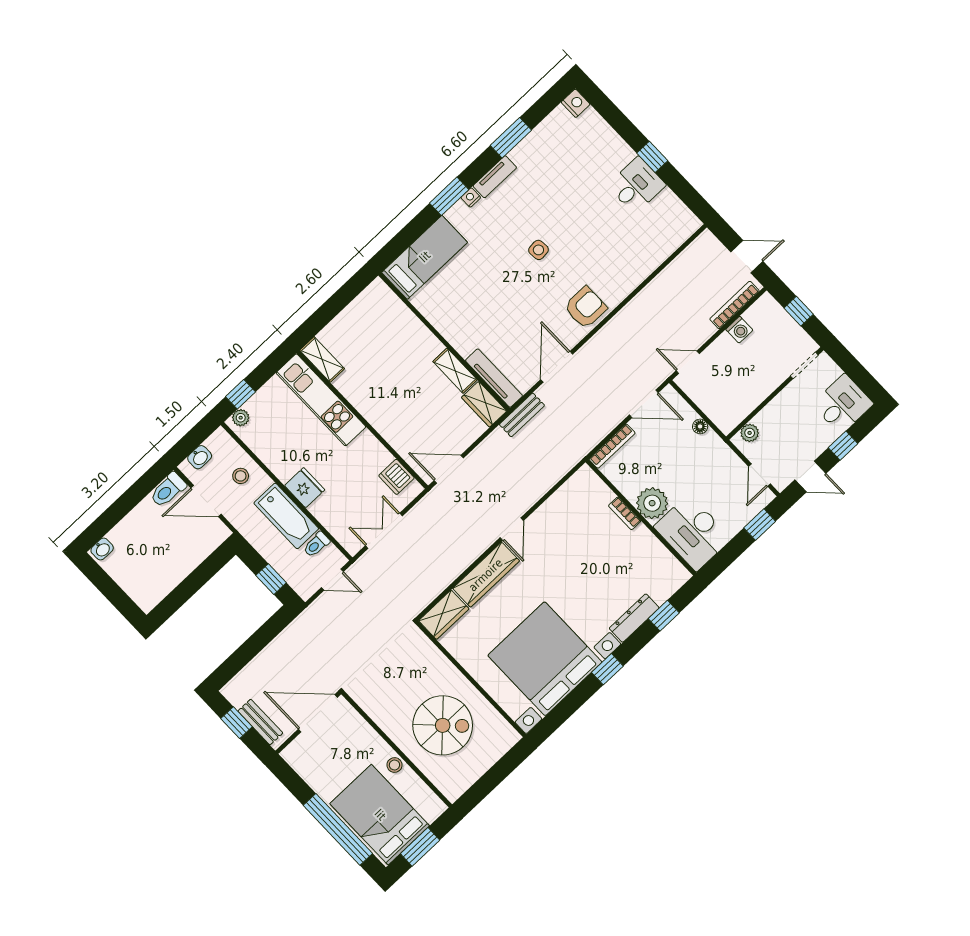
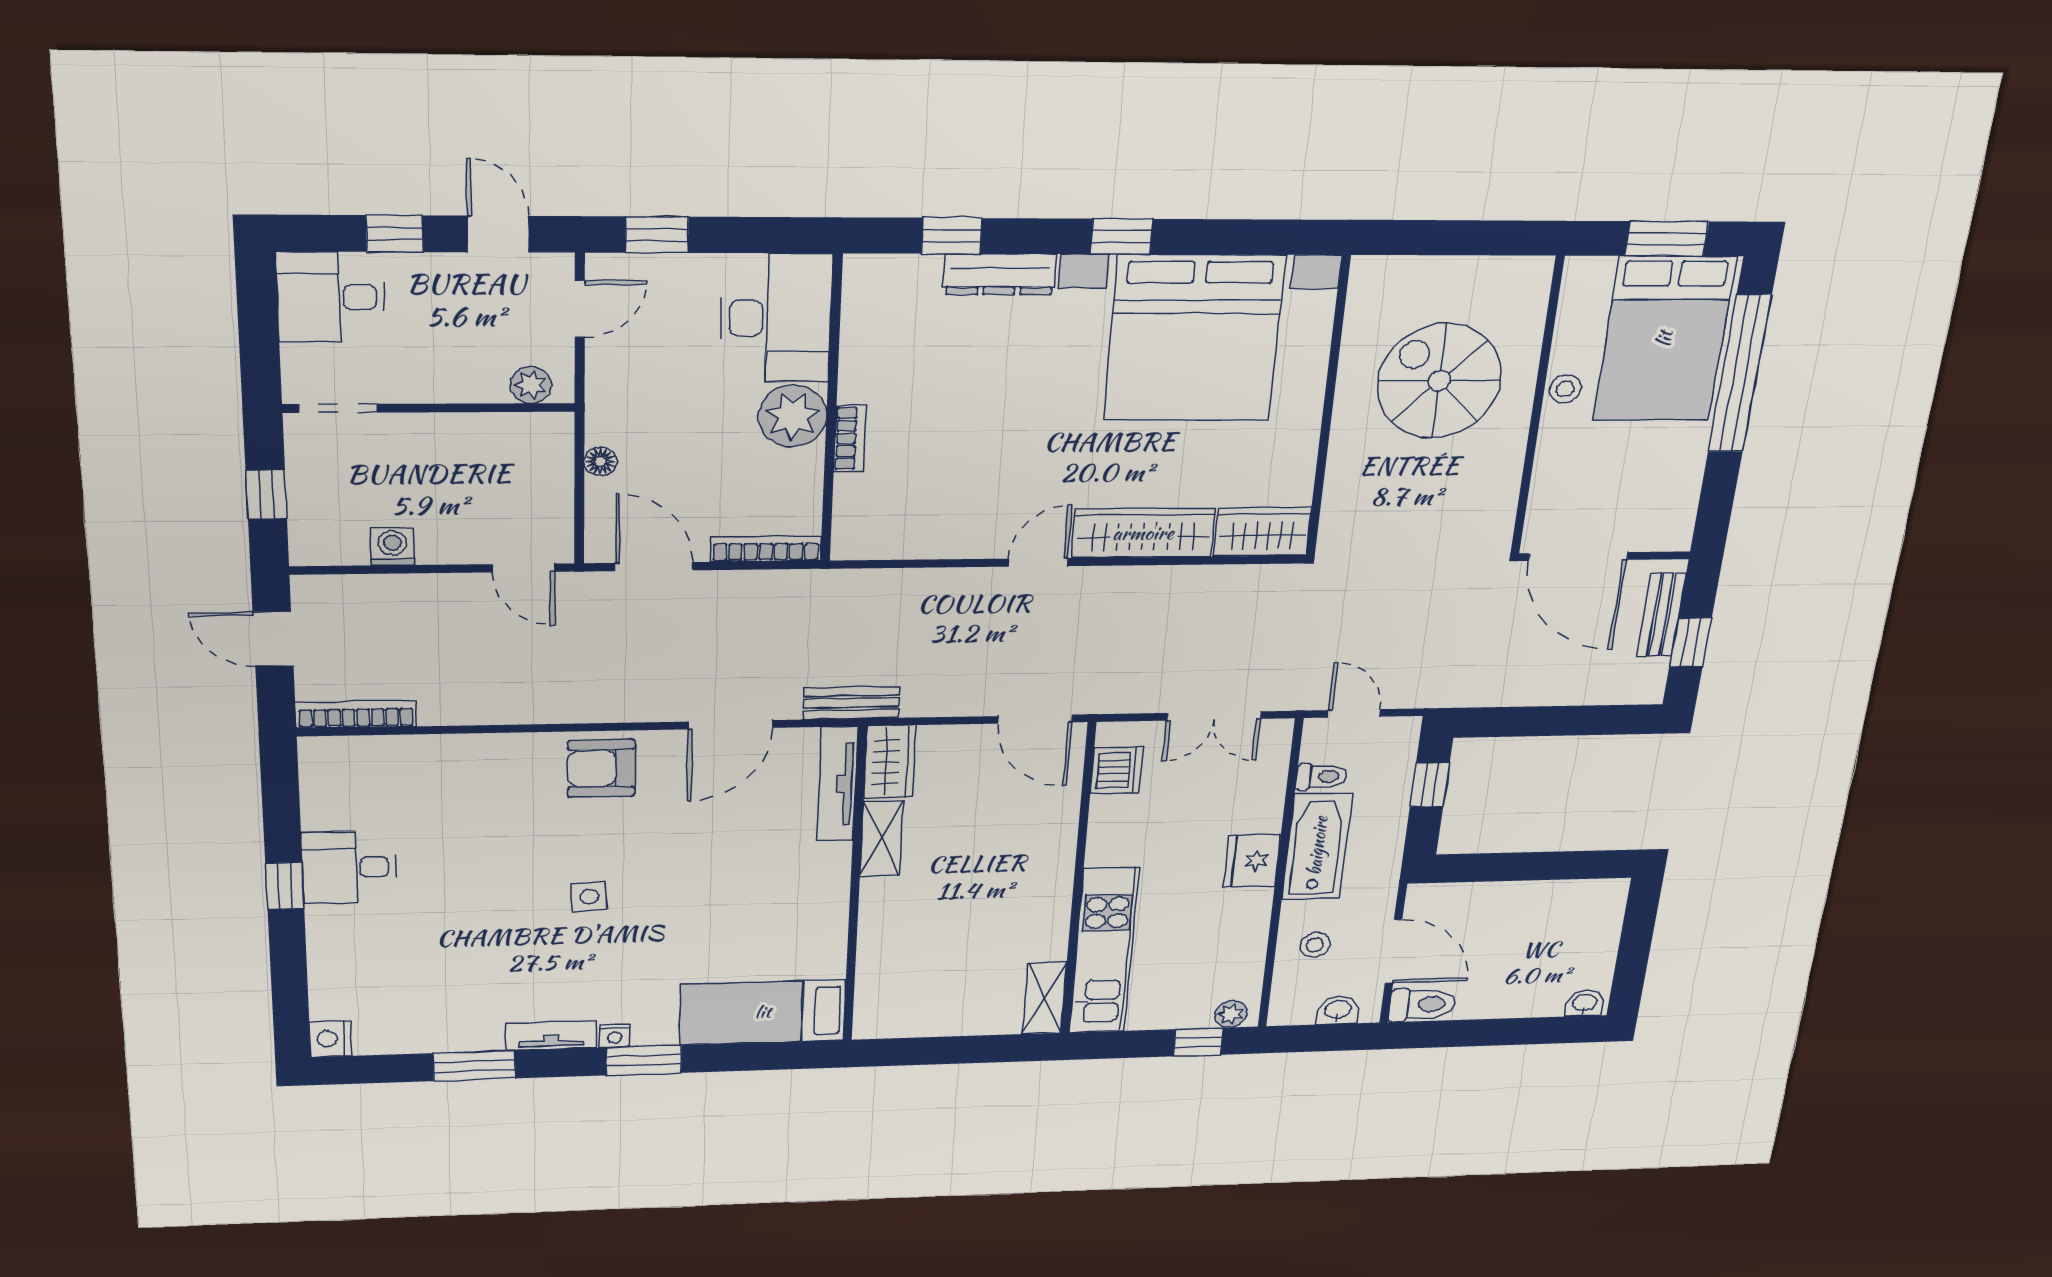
bookcase: (734, 305) -> (356, 714), moved, turned 180

